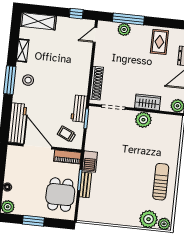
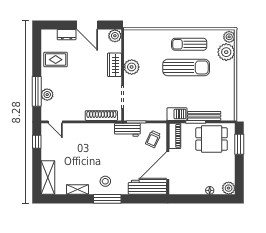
sun lounger: (137, 176) -> (186, 67), added
bench: (85, 185) -> (204, 116), width x1.36
window: (33, 221) -> (239, 144), moved

